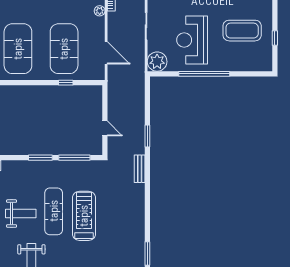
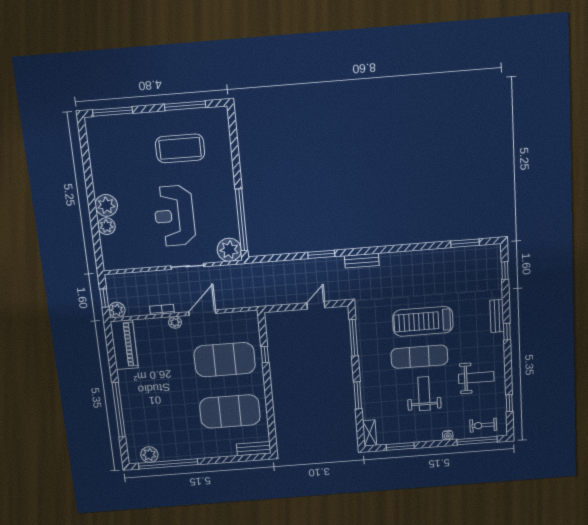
coffee table: (242, 31) -> (180, 148), turned 90
window: (275, 38) -> (185, 106), width x2.17
reception desk: (192, 40) -> (174, 216), moved, turned 90
door: (106, 53) -> (202, 313), moved
window: (204, 74) -> (241, 220), moved
window: (40, 158) -> (358, 395), moved

